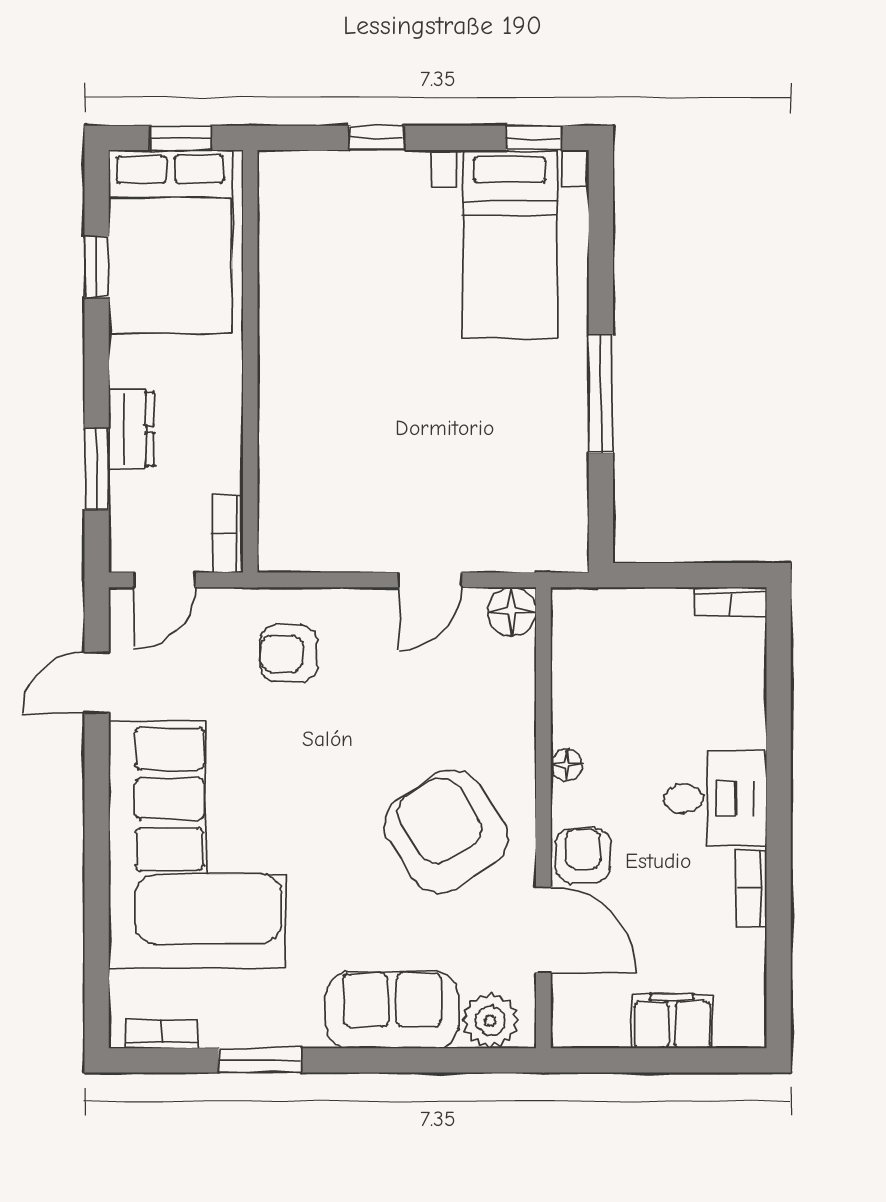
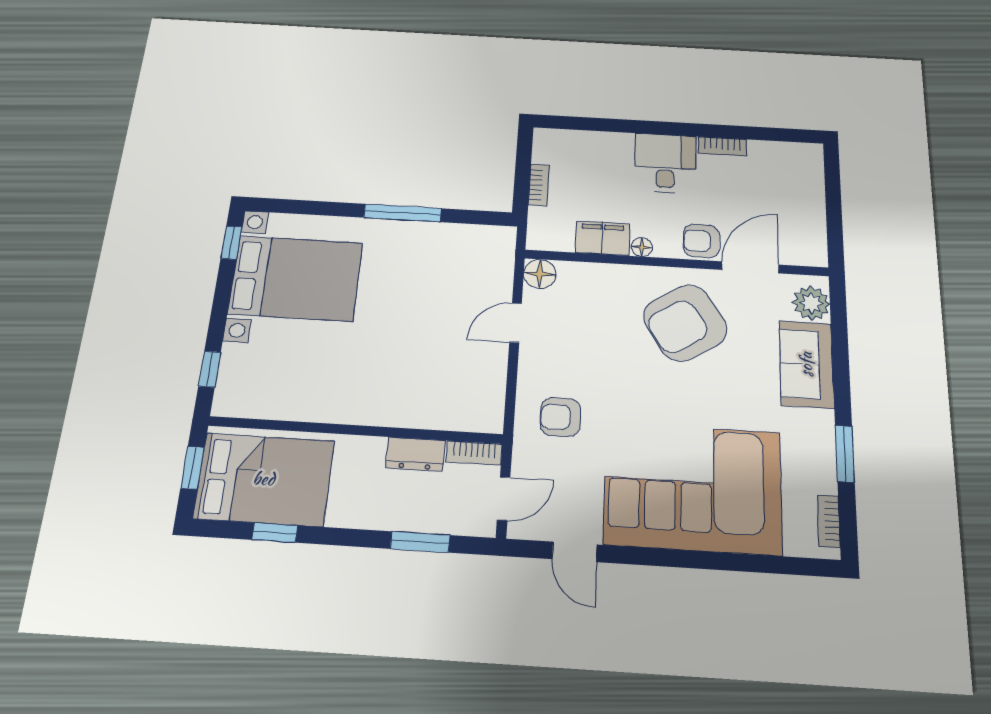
window: (377, 138) -> (210, 369), moved
bed with nightstands: (510, 244) -> (296, 278), width x1.36
dresser: (131, 429) -> (415, 454), moved, turned 180
door: (164, 580) -> (504, 499), hinge flipped
door: (430, 580) -> (516, 323), swing flipped
bookcase: (731, 602) -> (539, 185), moved
armchair: (288, 654) -> (560, 417), turned 90
filing cabinet: (672, 1021) -> (602, 238), moved, turned 90

